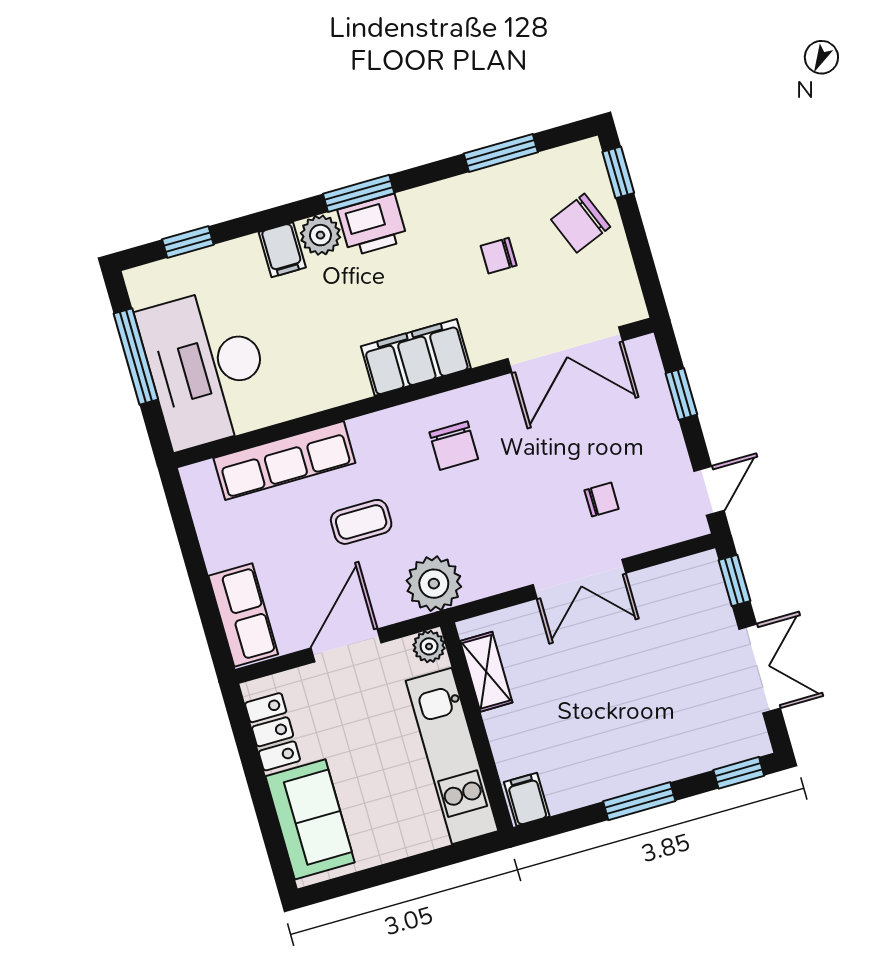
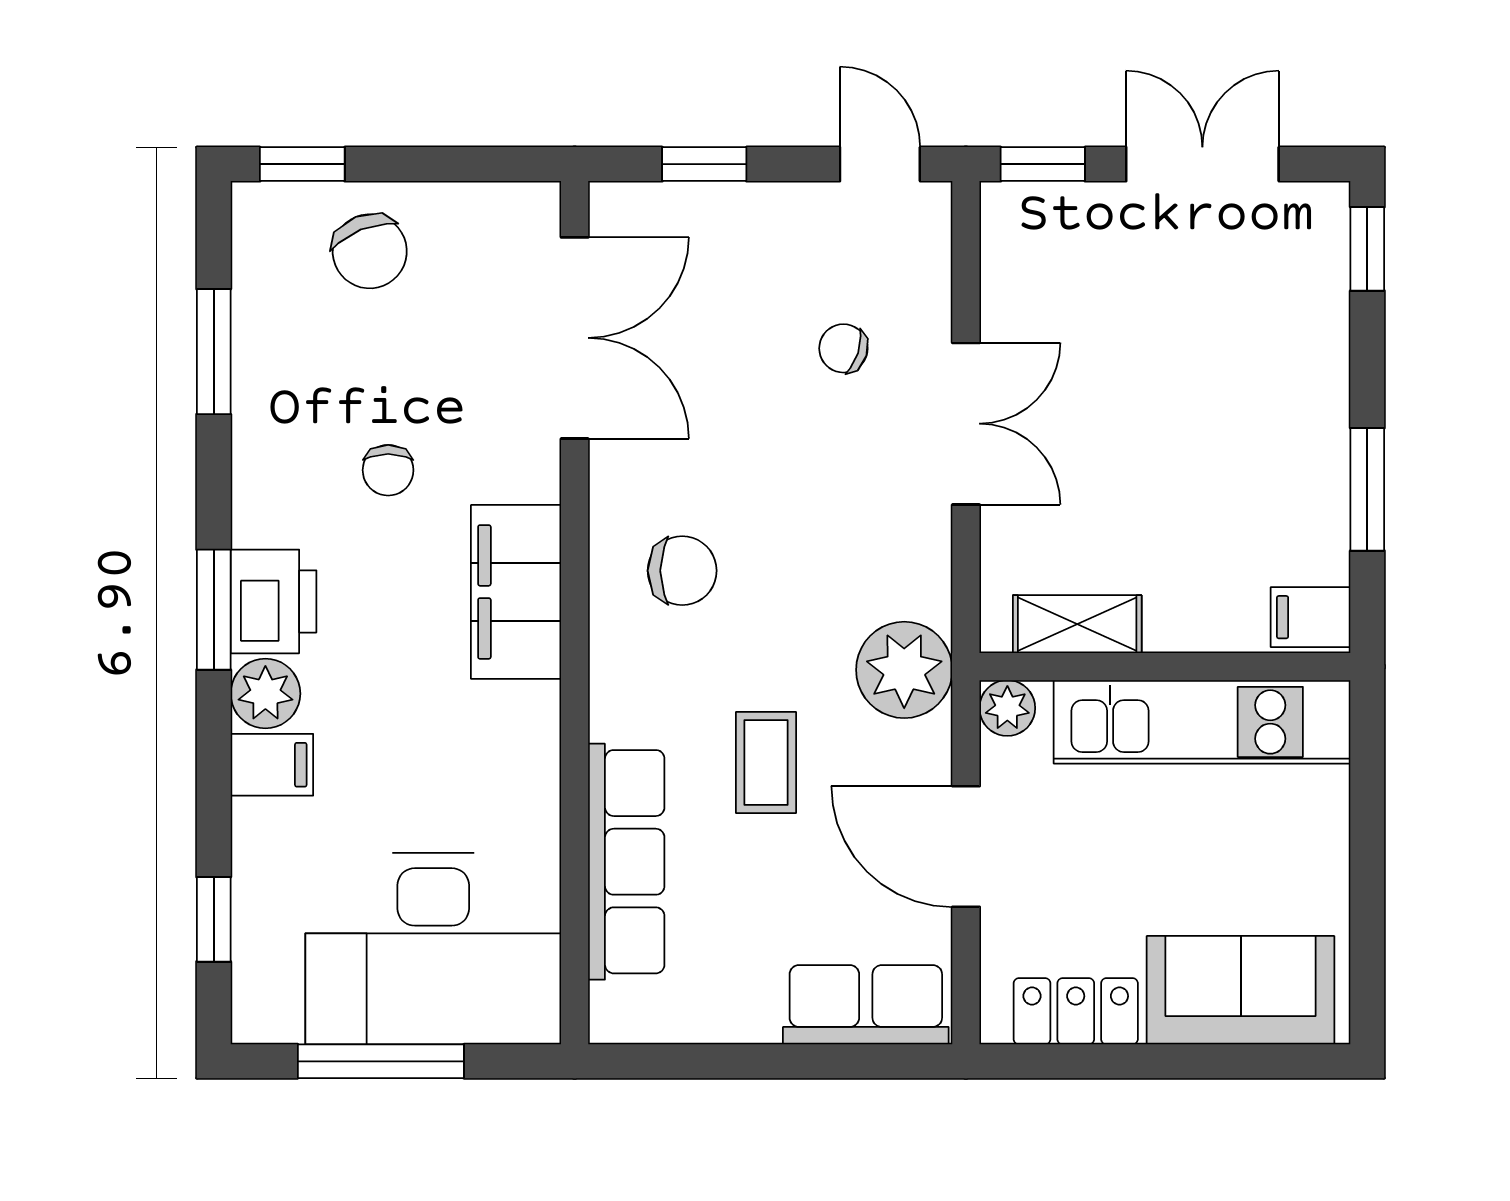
chair: (499, 256) -> (388, 470), moved
chair: (602, 500) -> (843, 348), turned -72
window: (639, 801) -> (1367, 489), moved

